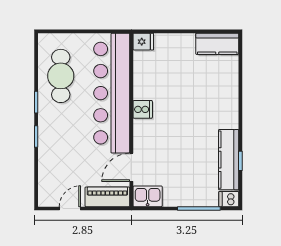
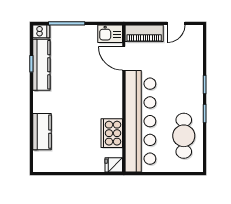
kitchen counter: (217, 44) -> (42, 132), moved, turned 90
cooker: (143, 109) -> (112, 133), moved, width x1.87, depth x1.31
door: (131, 167) -> (124, 58), swing flipped

